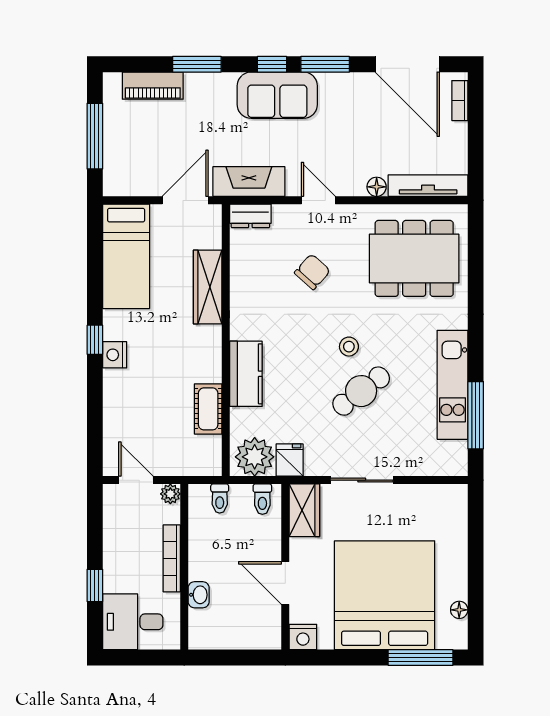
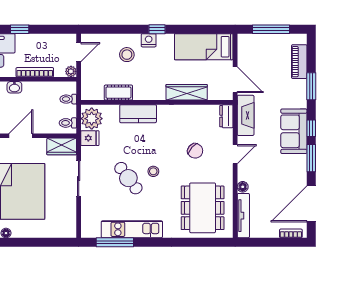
stool: (140, 394) -> (127, 55), added

